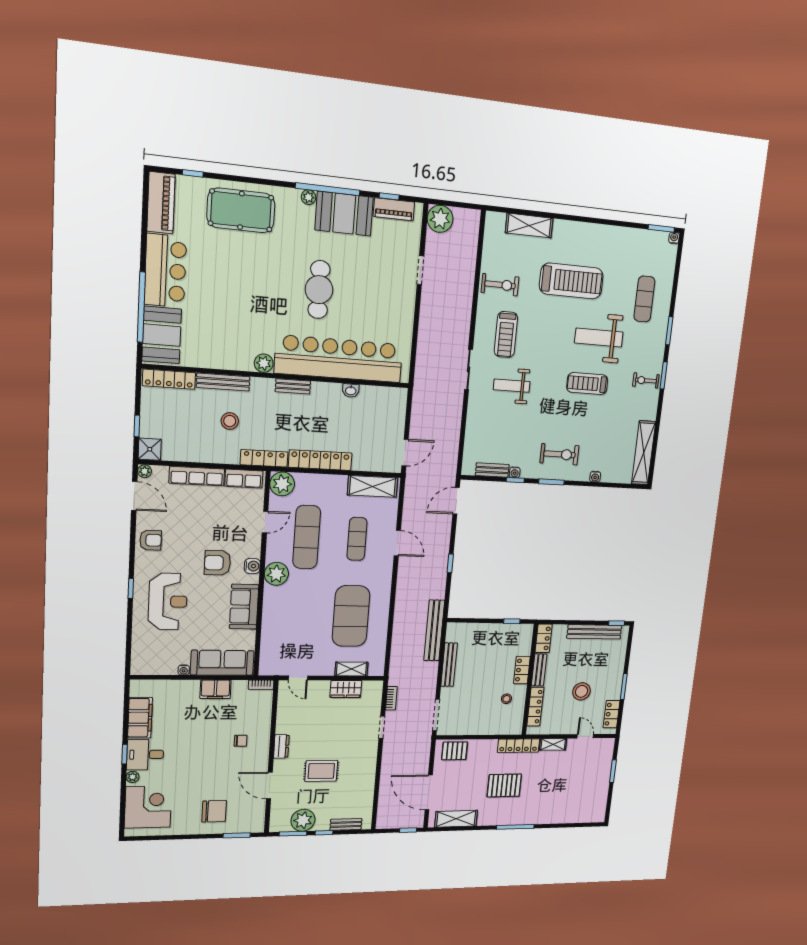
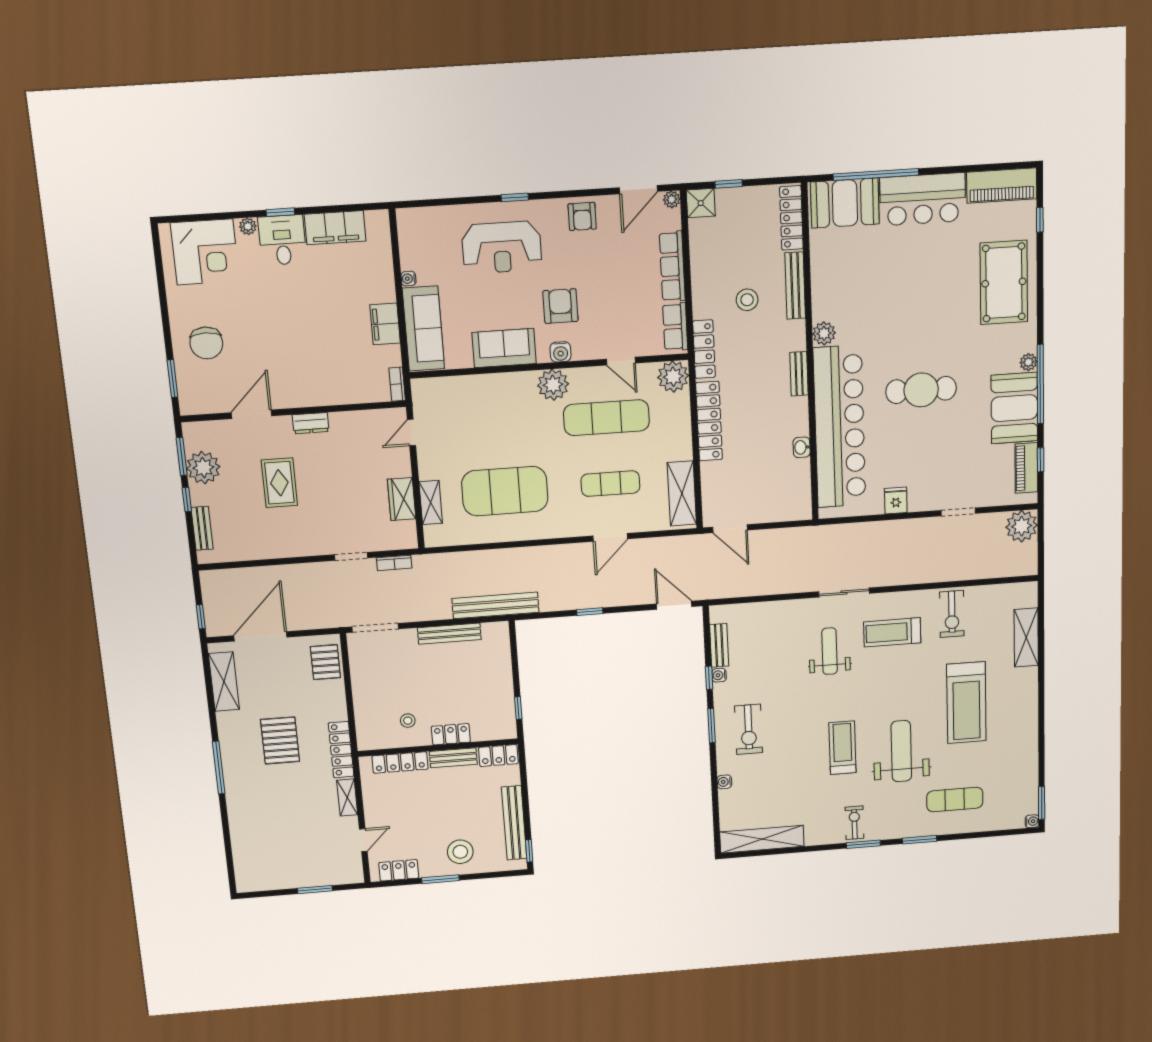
fridge: (404, 320) -> (896, 500), added
stool: (581, 691) -> (460, 852), moved
chair: (241, 741) -> (314, 367), removed

